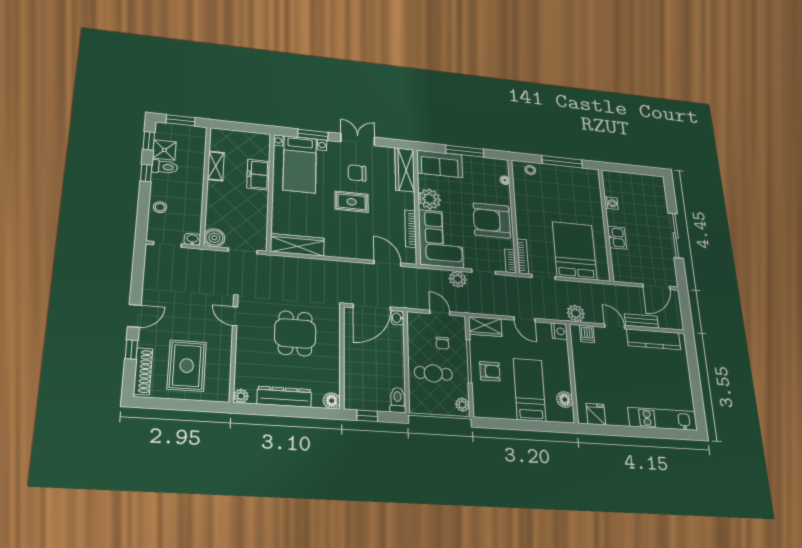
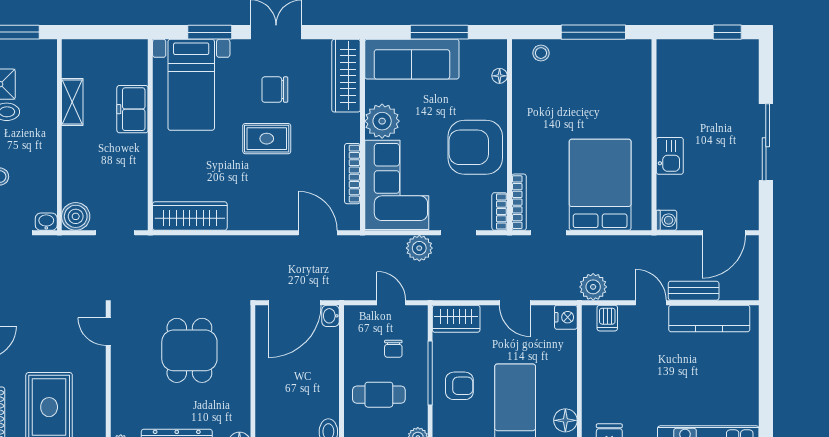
sofa: (440, 164) -> (412, 59), width x1.36
window: (644, 171) -> (727, 32), added
washing machine: (611, 203) -> (667, 220), moved

